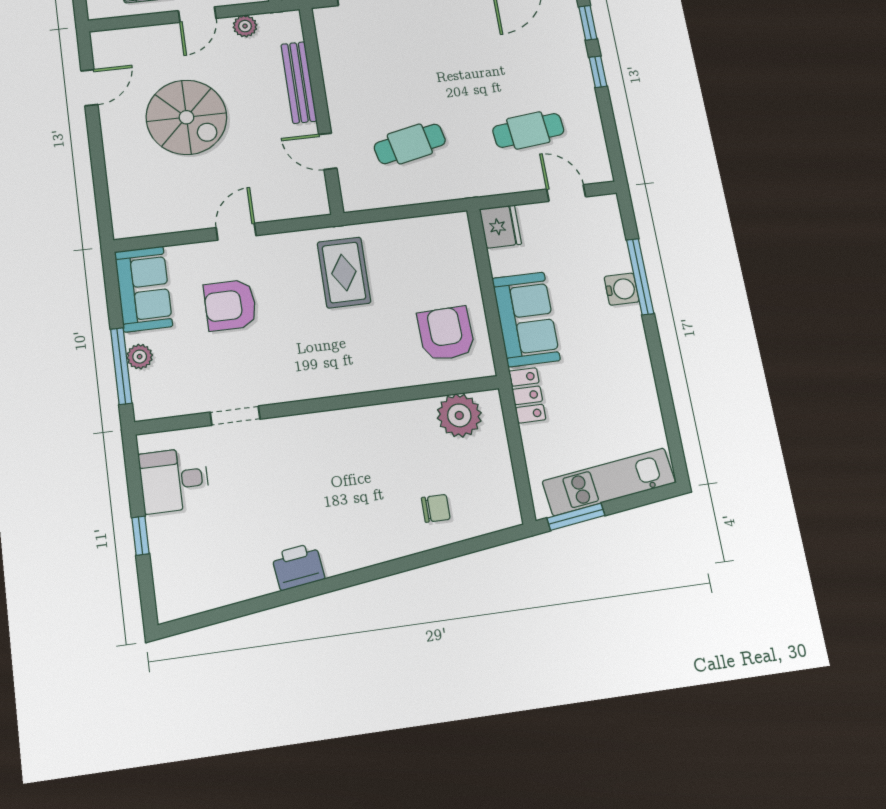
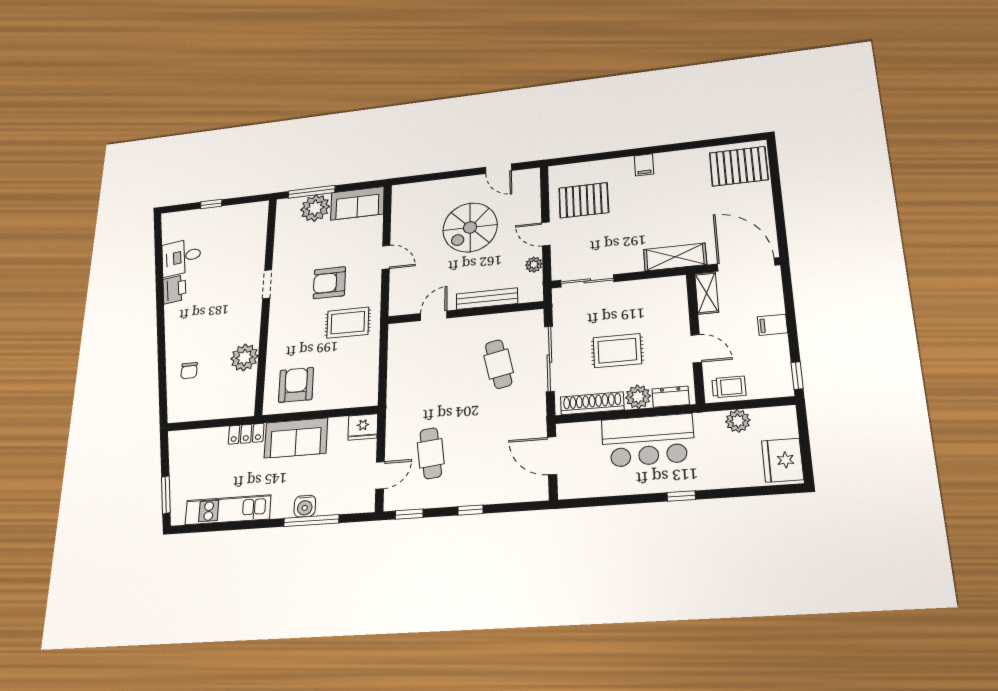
window: (588, 23) -> (409, 514), moved
cafe table: (410, 144) -> (499, 364), moved
armchair: (230, 305) -> (329, 283), moved, turned -90
armchair: (446, 334) -> (296, 385), turned -88
plant: (140, 357) -> (315, 208), width x1.88, depth x1.88
plant: (459, 415) -> (244, 358), moved
doorway: (235, 416) -> (267, 284), moved
desk: (174, 480) -> (181, 257), moved, turned -97
kitchen unit: (609, 482) -> (228, 510), moved, turned -83
window: (576, 517) -> (166, 495), moved

